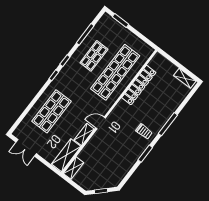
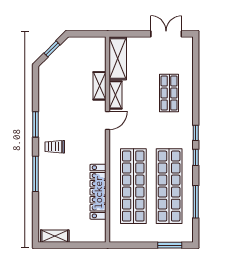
shop shelf: (94, 56) -> (169, 186), width x2.00, depth x1.36
shop shelf: (51, 111) -> (169, 93), width x0.70, depth x0.74
shelving: (74, 168) -> (100, 86), moved

